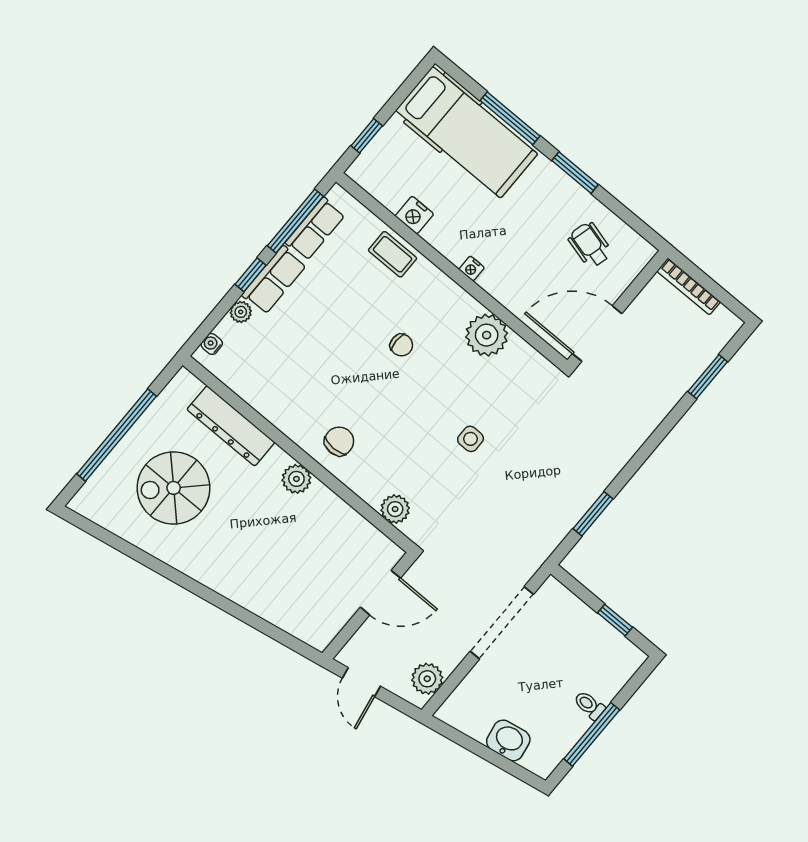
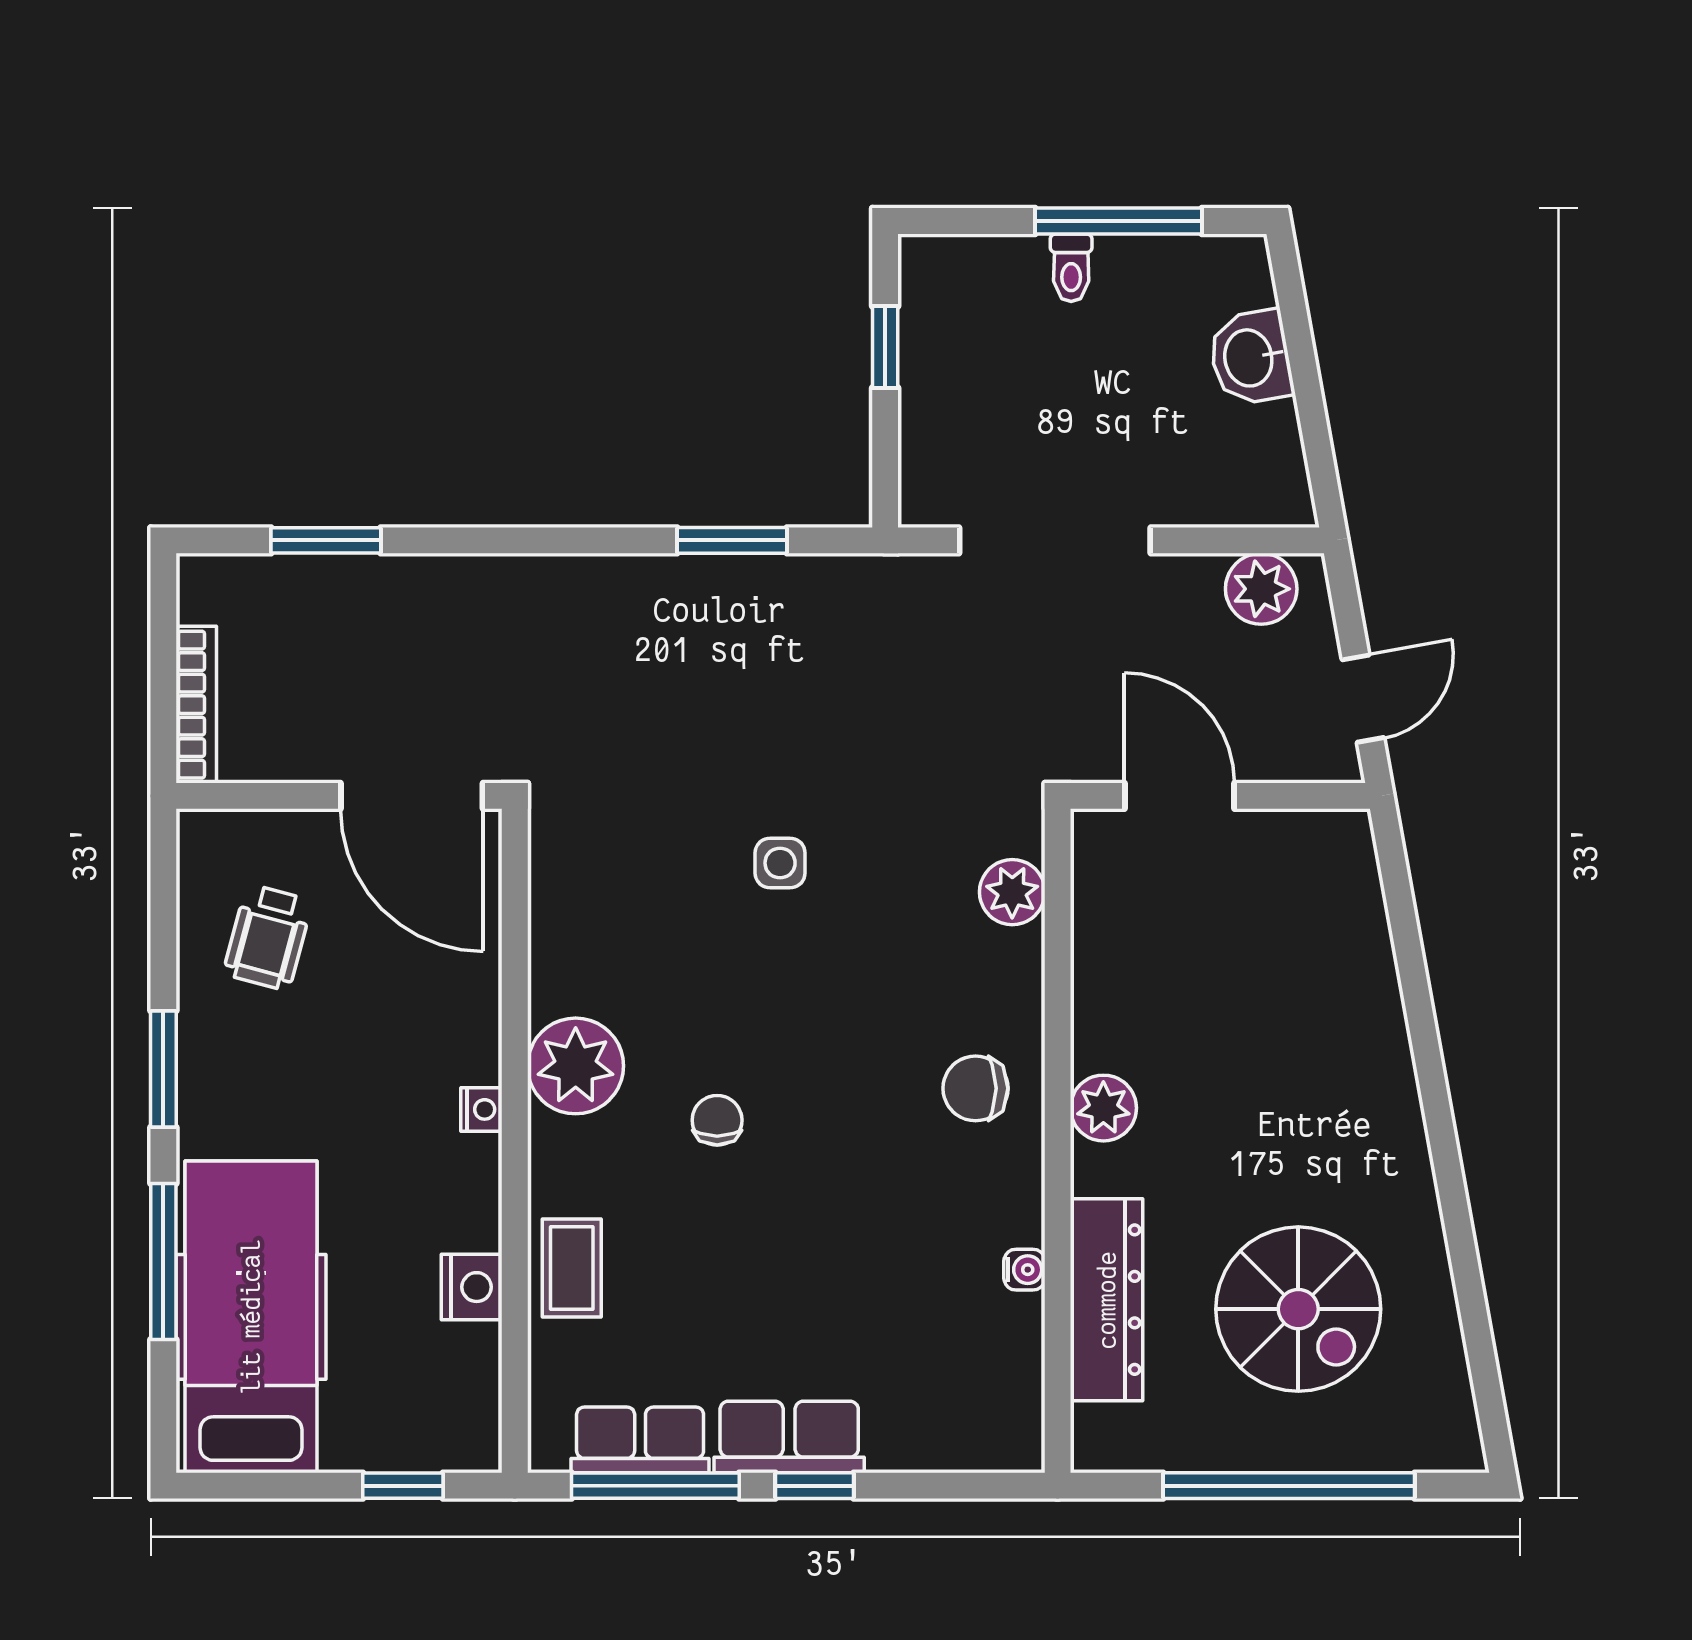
plant: (241, 312) -> (894, 1449), removed
plant: (487, 335) -> (576, 1066), moved
water cooler: (212, 344) -> (1024, 1270), moved, turned -90

